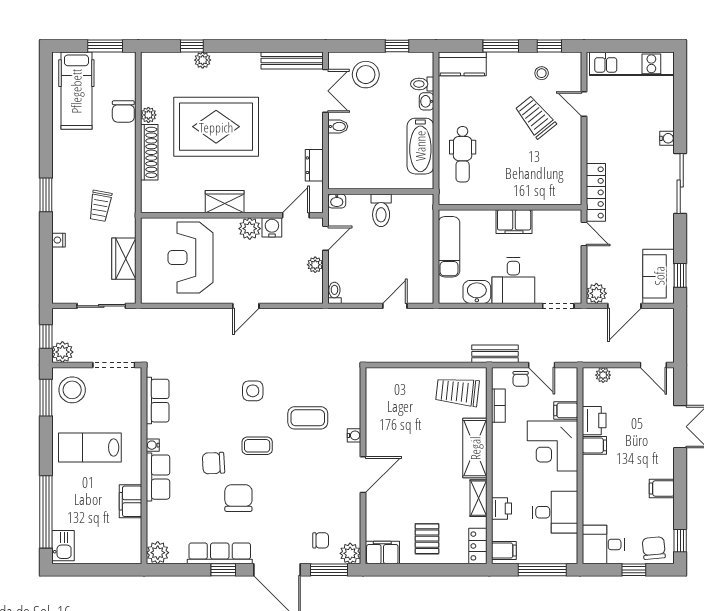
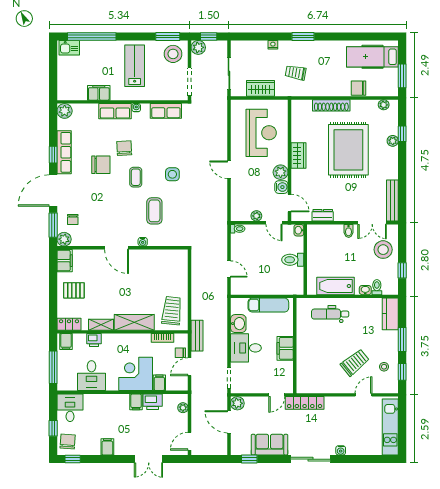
plant: (148, 115) -> (384, 105), moved
reception desk: (191, 258) -> (261, 133), turned 90
sofa: (659, 276) -> (269, 445), moved
chair: (654, 548) -> (68, 441), turned -81

